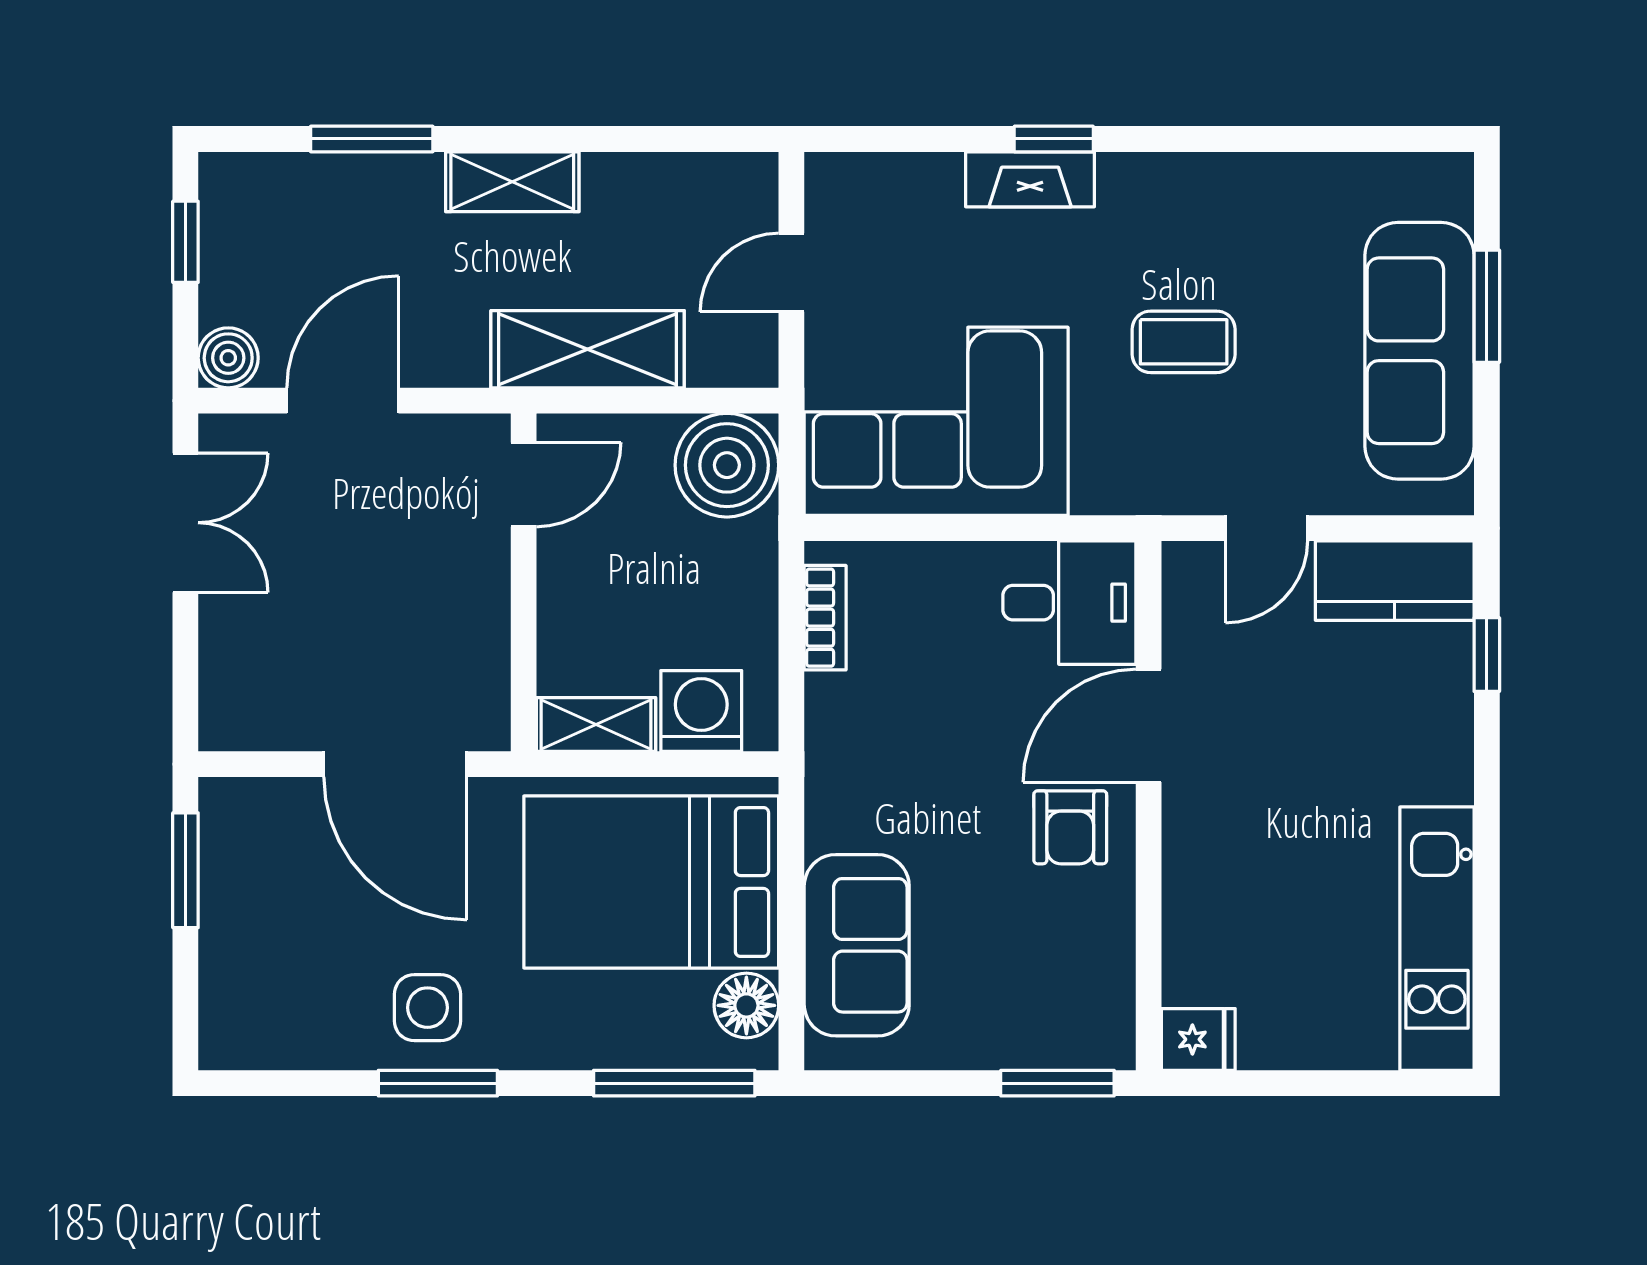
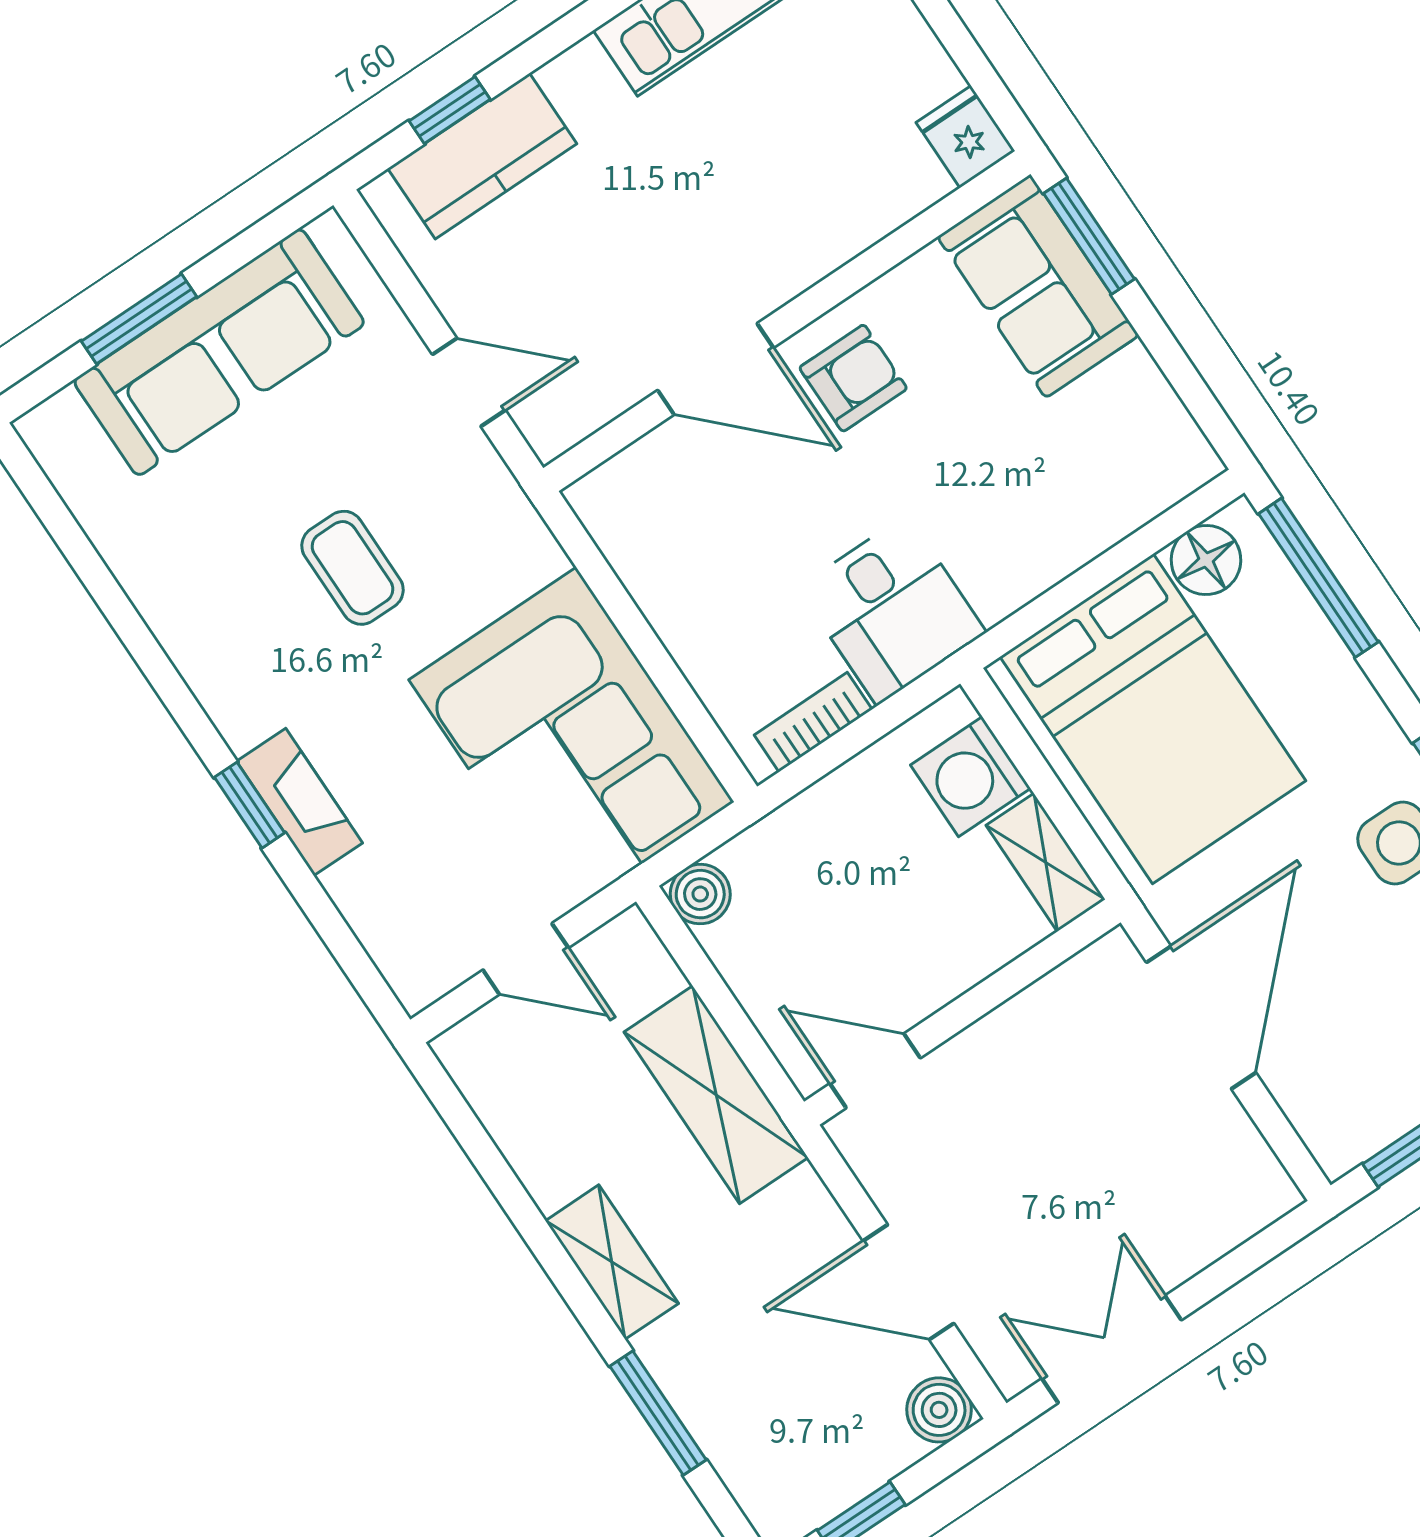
boiler: (727, 465) -> (700, 894), width x0.54, depth x0.54
kitchen counter: (1395, 581) -> (482, 156), moved, turned 90
desk: (1069, 603) -> (892, 610), moved, turned 180
sofa: (857, 945) -> (1038, 286), moved, turned -90

